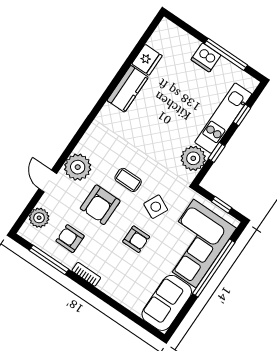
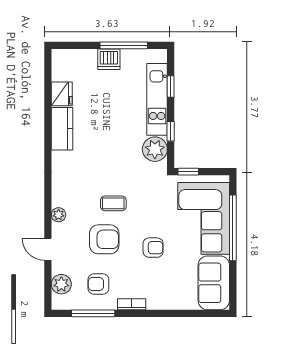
plant: (78, 167) -> (59, 215), width x0.53, depth x0.53
armchair: (100, 205) -> (104, 239), turned -90
window: (222, 205) -> (188, 172), moved
side table: (156, 207) -> (151, 210), removed

